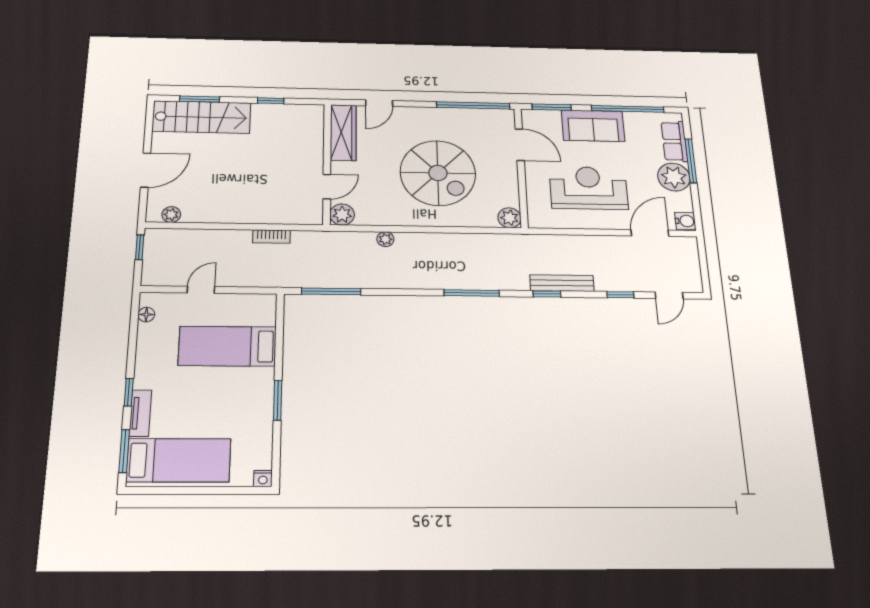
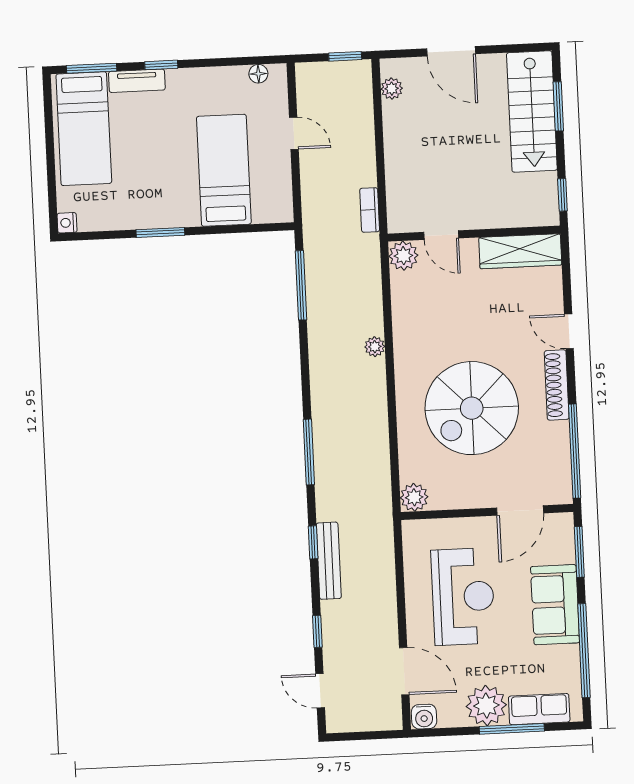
shoe rack: (421, 114) -> (557, 385), added
wardrobe: (343, 133) -> (520, 251), moved
wall: (327, 164) -> (474, 234), moved
door: (327, 187) -> (441, 235), moved
plant: (342, 215) -> (403, 256), moved

